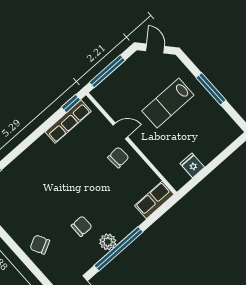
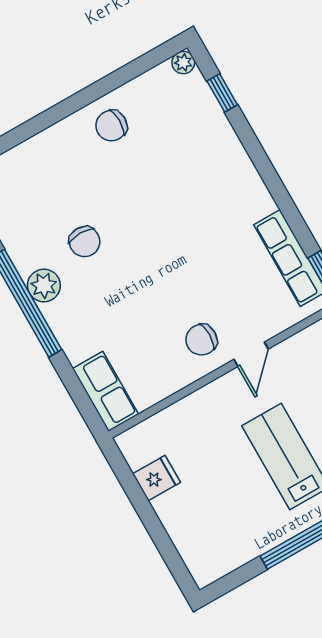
chair: (118, 157) -> (201, 340), turned 94
chair: (40, 245) -> (111, 126), moved, turned -153

